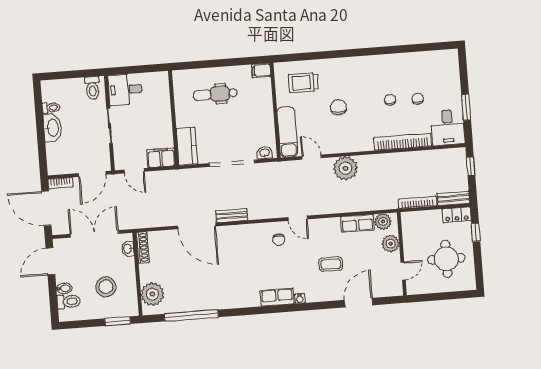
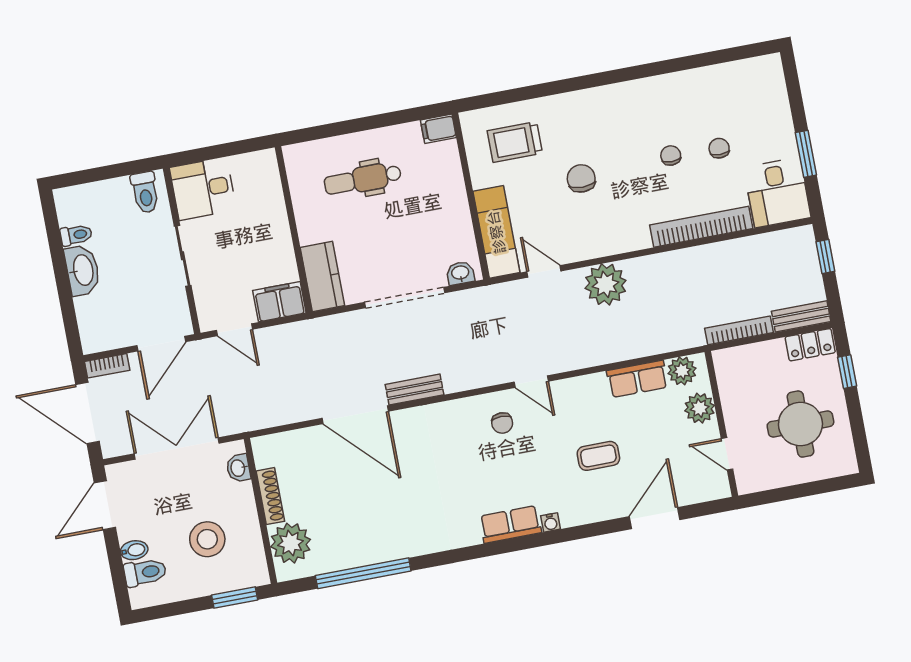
shoe rack: (143, 248) -> (270, 496), moved
door: (403, 271) -> (727, 454), swing flipped

